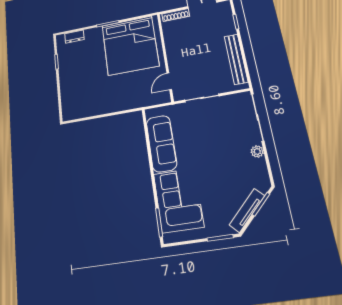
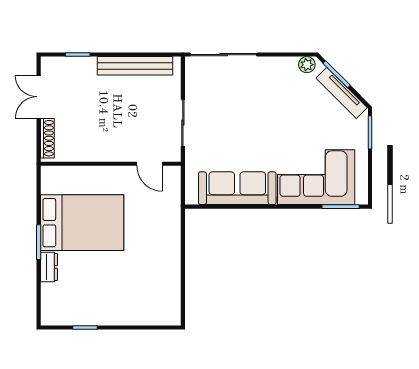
dresser: (74, 37) -> (49, 267), moved
bed: (130, 45) -> (82, 223), width x0.73
plant: (257, 151) -> (307, 65), moved

